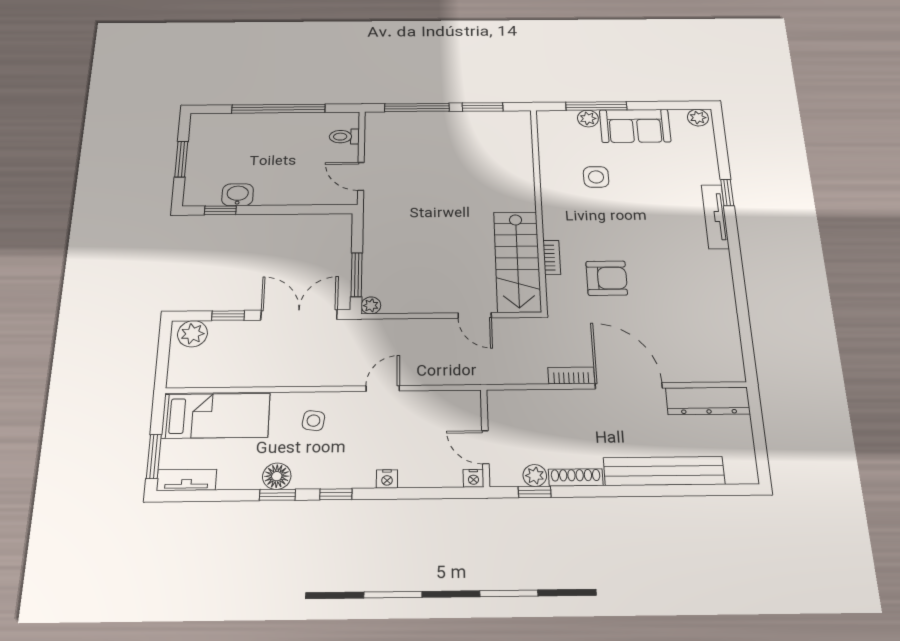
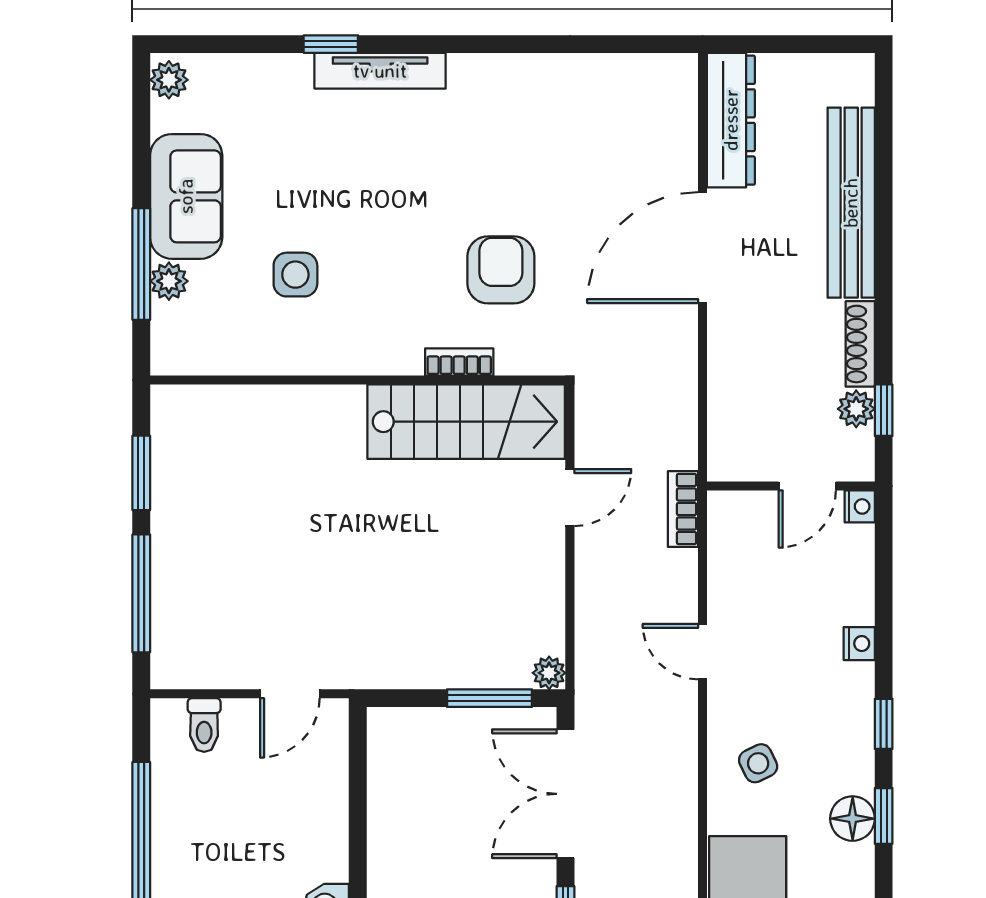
bookcase: (571, 376) -> (683, 509), moved
side table: (313, 421) -> (758, 763), turned -35

